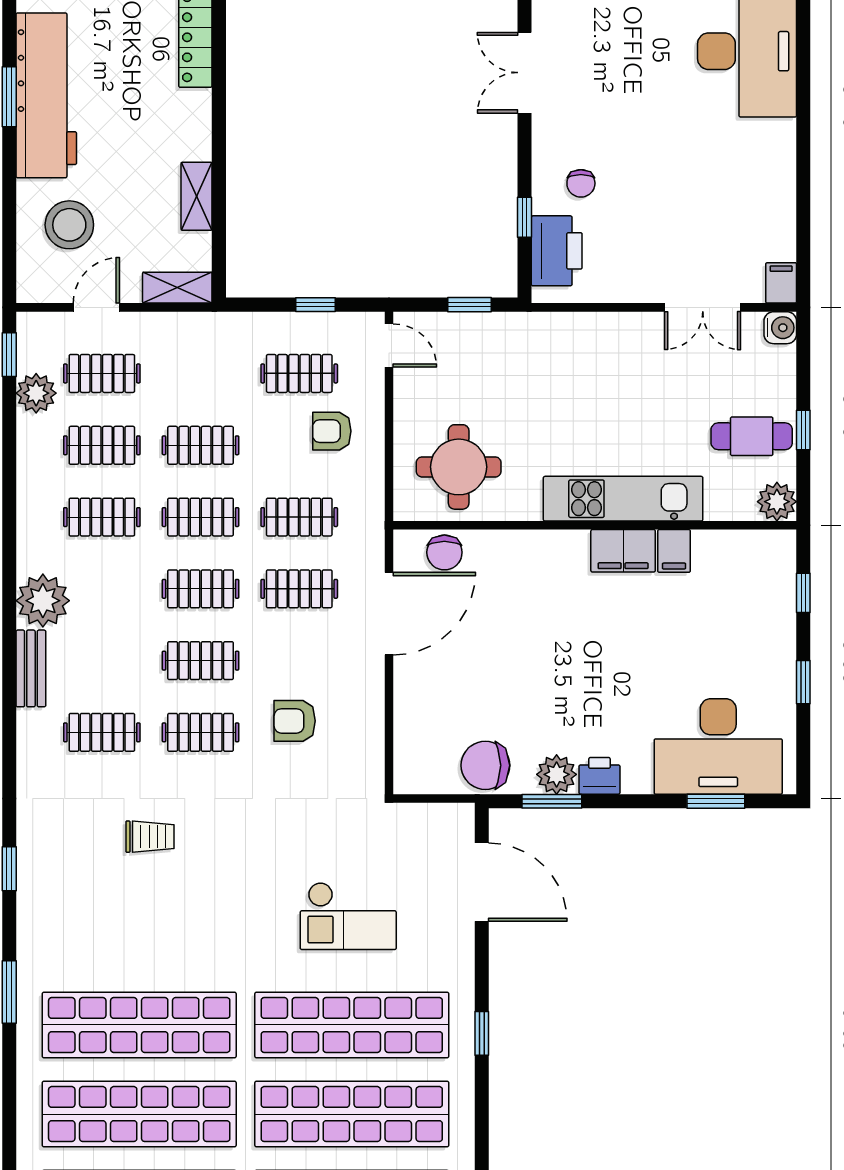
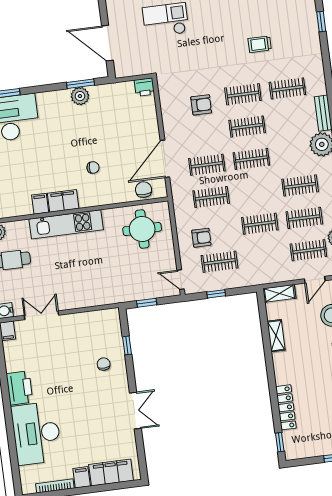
printer: (557, 251) -> (19, 388), moved, turned 180
clothes rail: (201, 517) -> (256, 191), removed
chair: (485, 765) -> (93, 168), moved, width x0.54, depth x0.54
printer: (599, 776) -> (144, 87), moved

